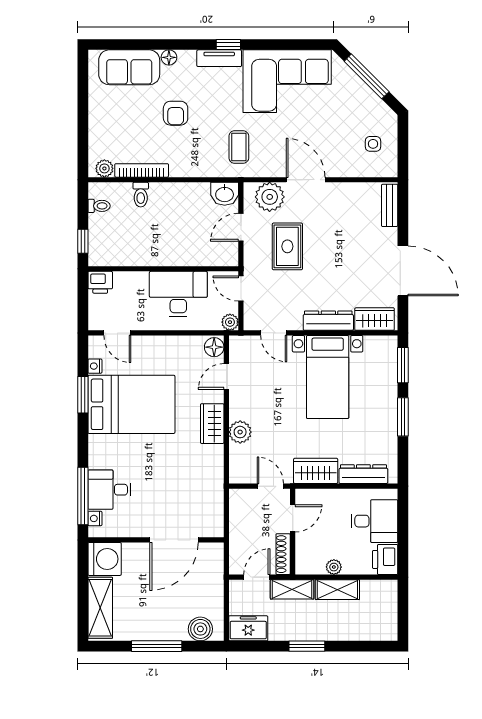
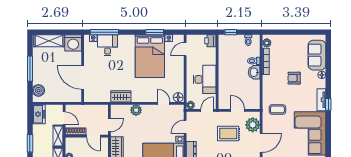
washbasin: (225, 194) -> (254, 72), moved
wardrobe: (212, 424) -> (121, 96), moved

